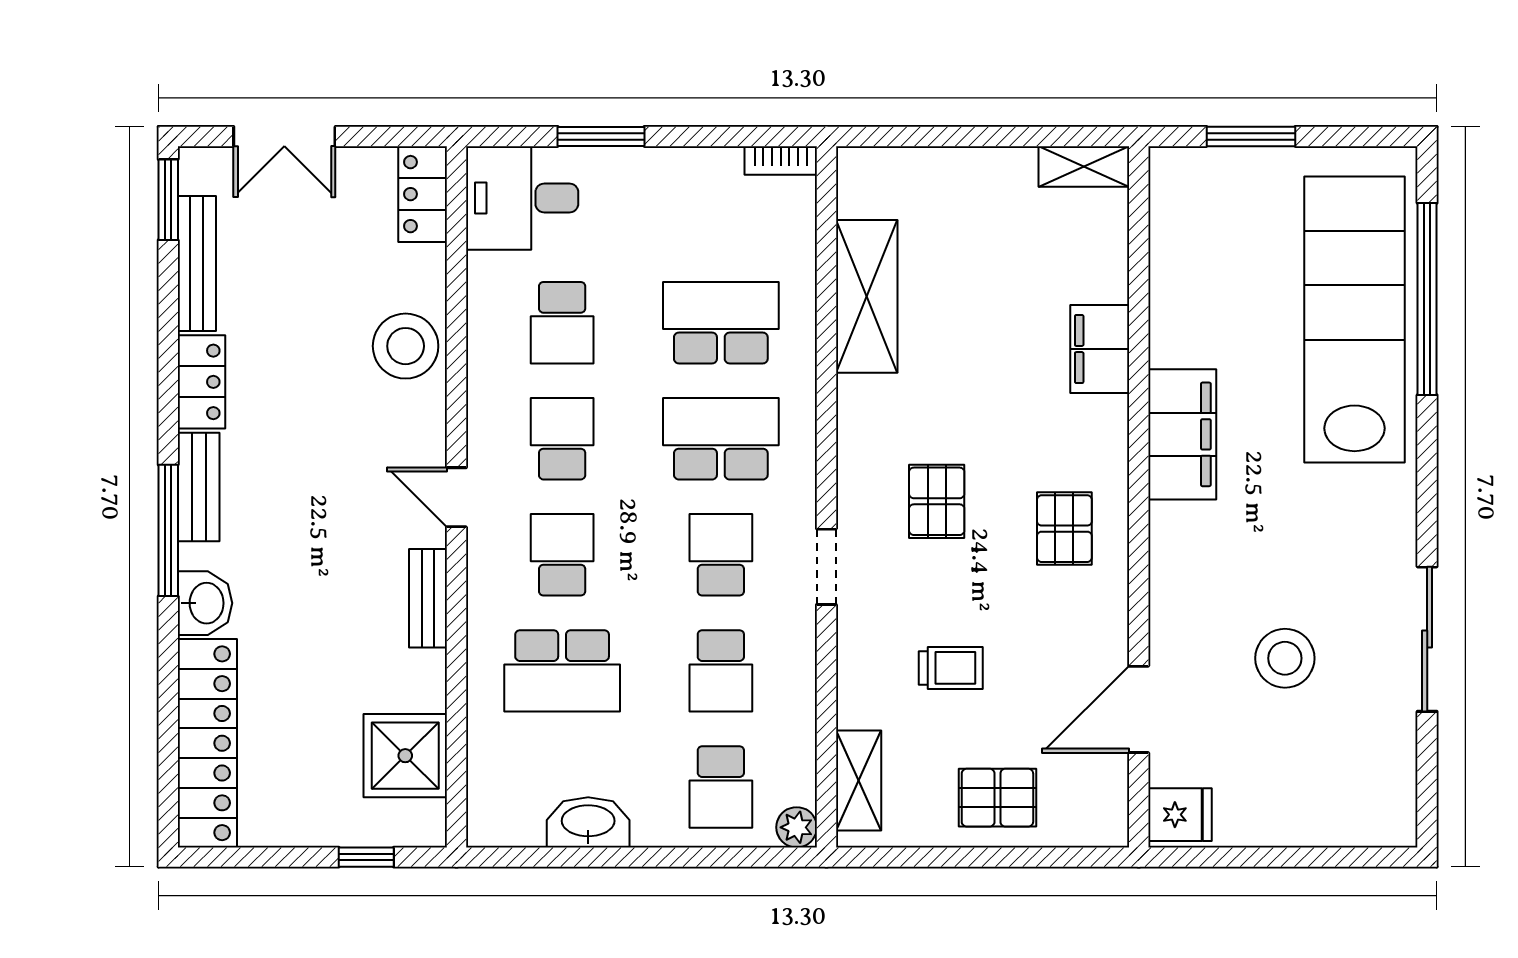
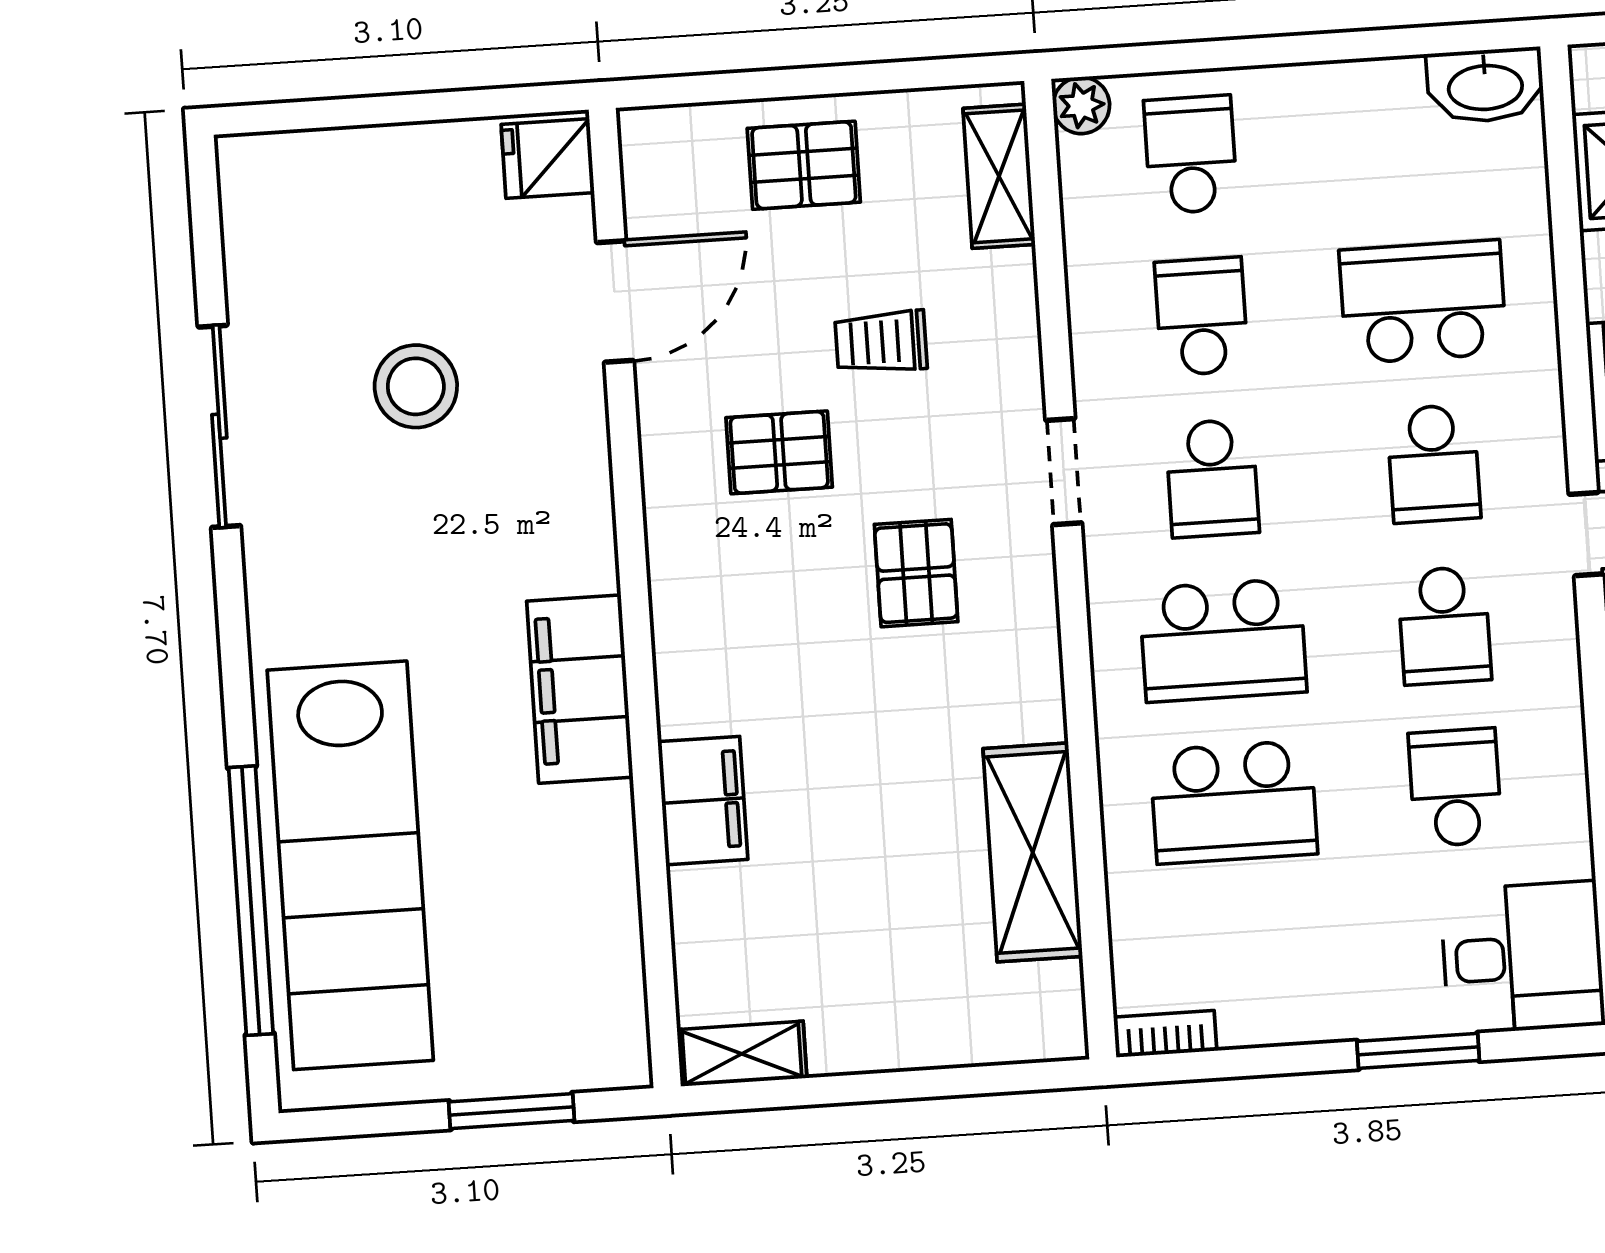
pallet: (1064, 529) -> (779, 452), moved, turned 90
washbasin: (588, 822) -> (1485, 85), moved

